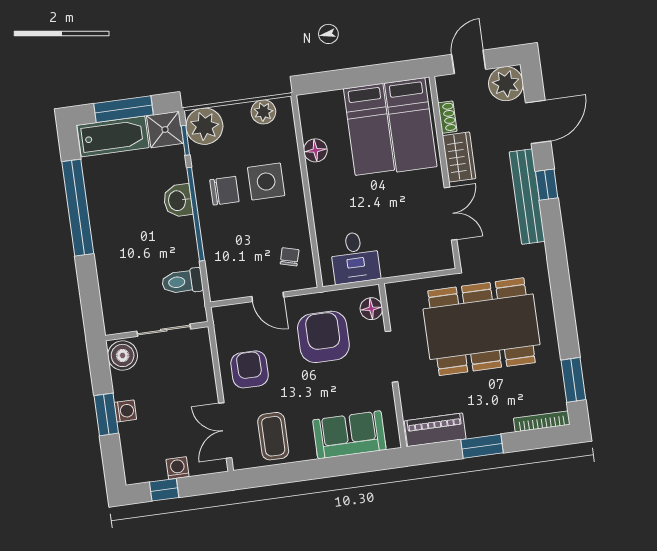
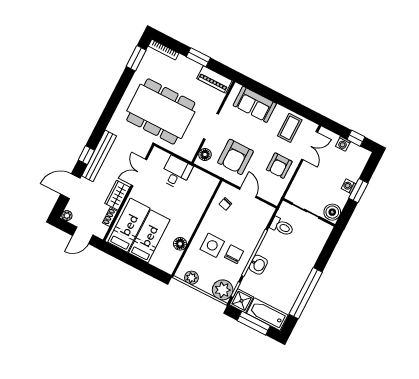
plant: (506, 84) -> (67, 216), width x0.53, depth x0.53
chair: (224, 191) -> (234, 254), turned 90
desk: (355, 257) -> (176, 173), moved

